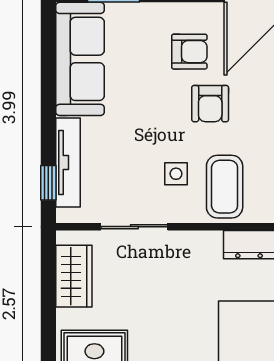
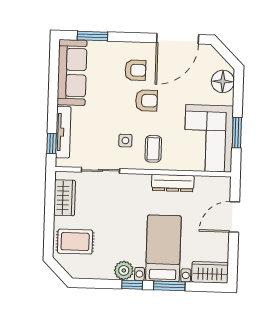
armchair: (210, 104) -> (146, 101), turned -90
coffee table: (225, 187) -> (153, 149), width x0.73, depth x0.77

